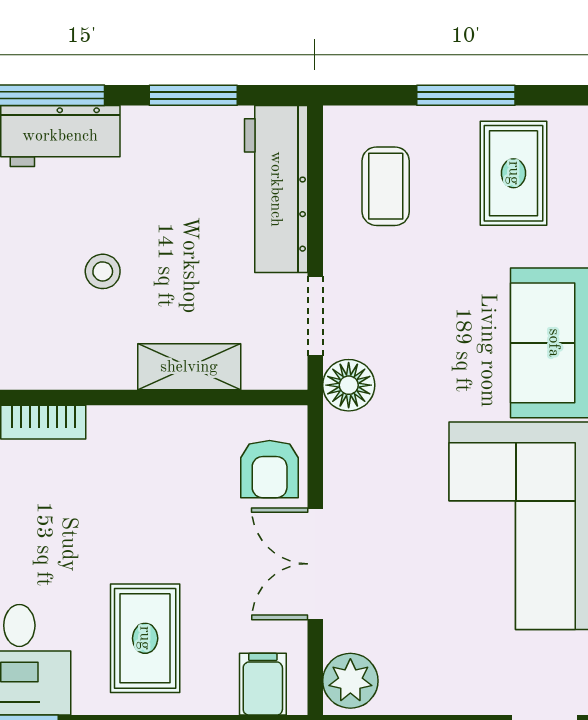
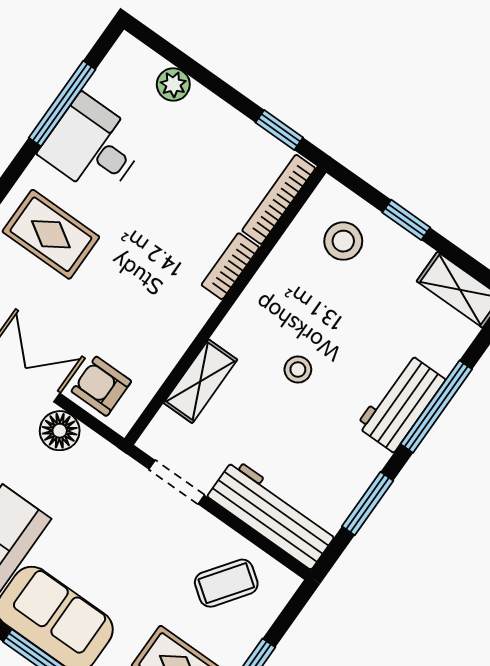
coffee table: (386, 186) -> (226, 583), turned -54
floor lamp: (349, 385) -> (60, 431), moved

